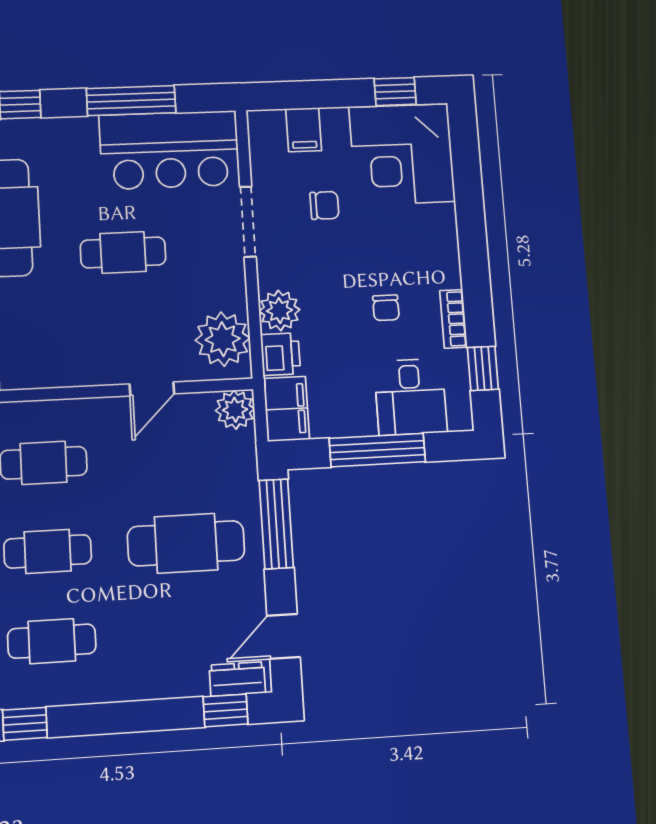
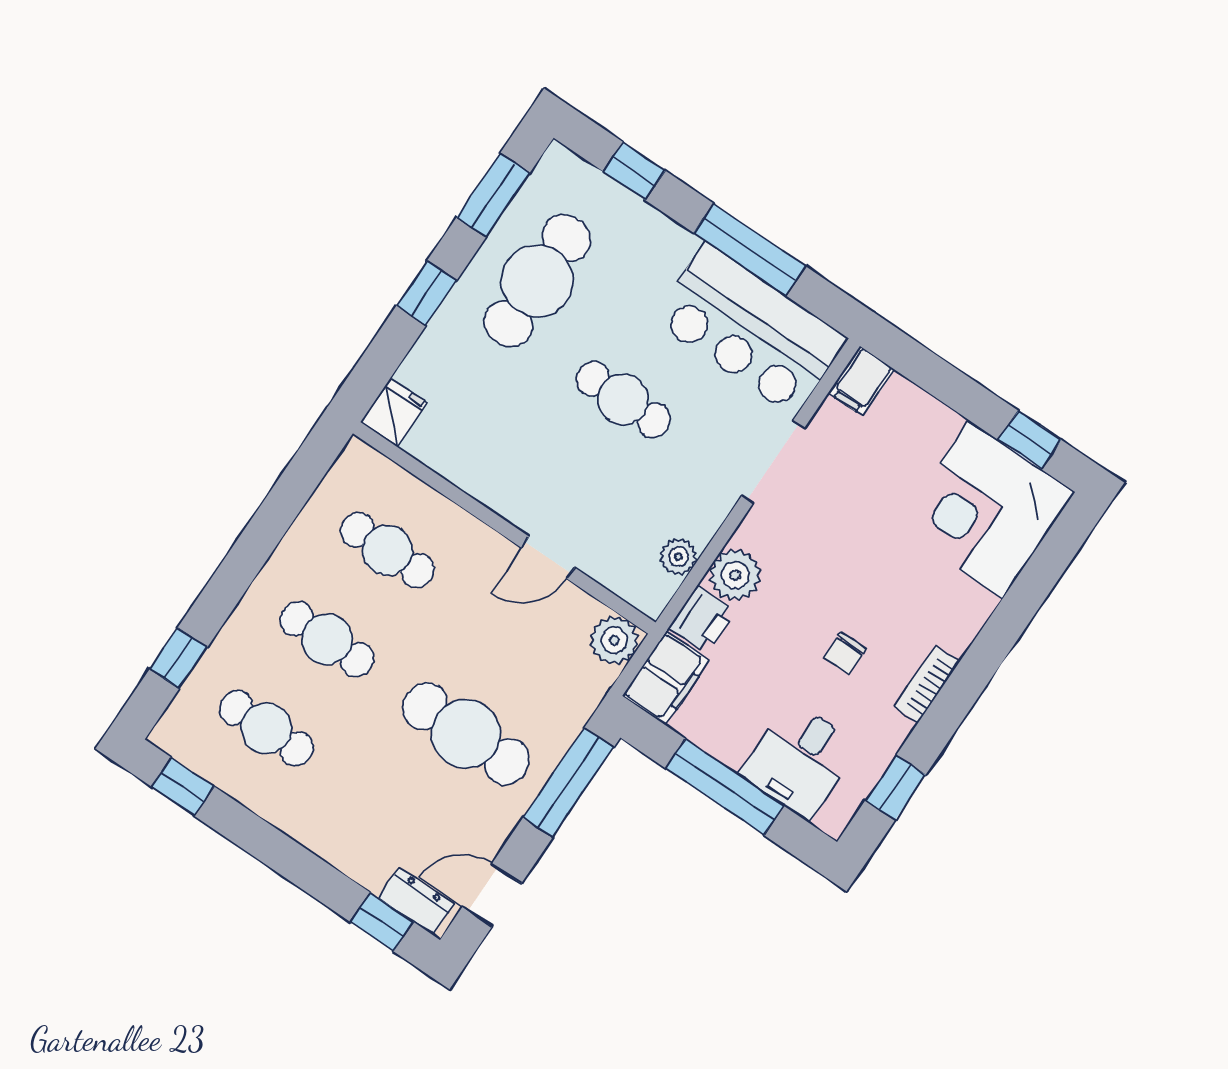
filing cabinet: (304, 130) -> (862, 381), moved
chair: (324, 205) -> (864, 503), removed
bookcase: (453, 319) -> (927, 684), moved
plant: (223, 339) -> (678, 557), width x0.53, depth x0.53

